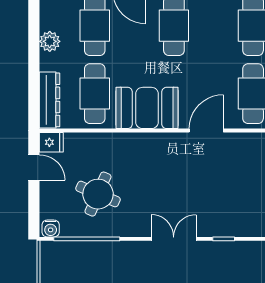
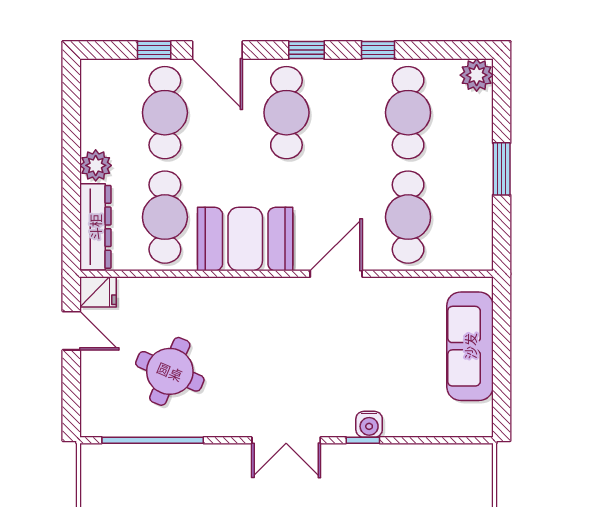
plant: (50, 41) -> (96, 165), moved
water cooler: (51, 228) -> (369, 424), moved
double door: (174, 239) -> (286, 440), swing flipped

